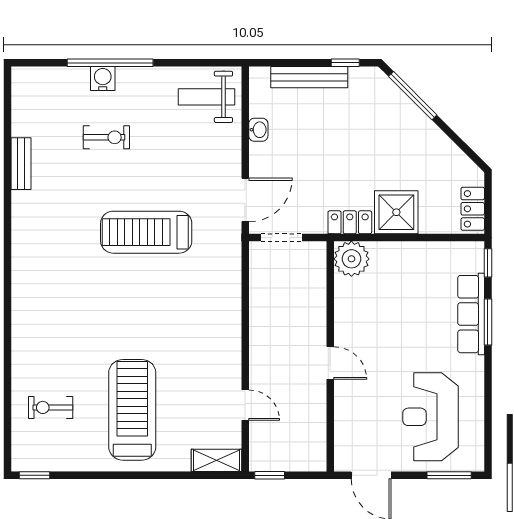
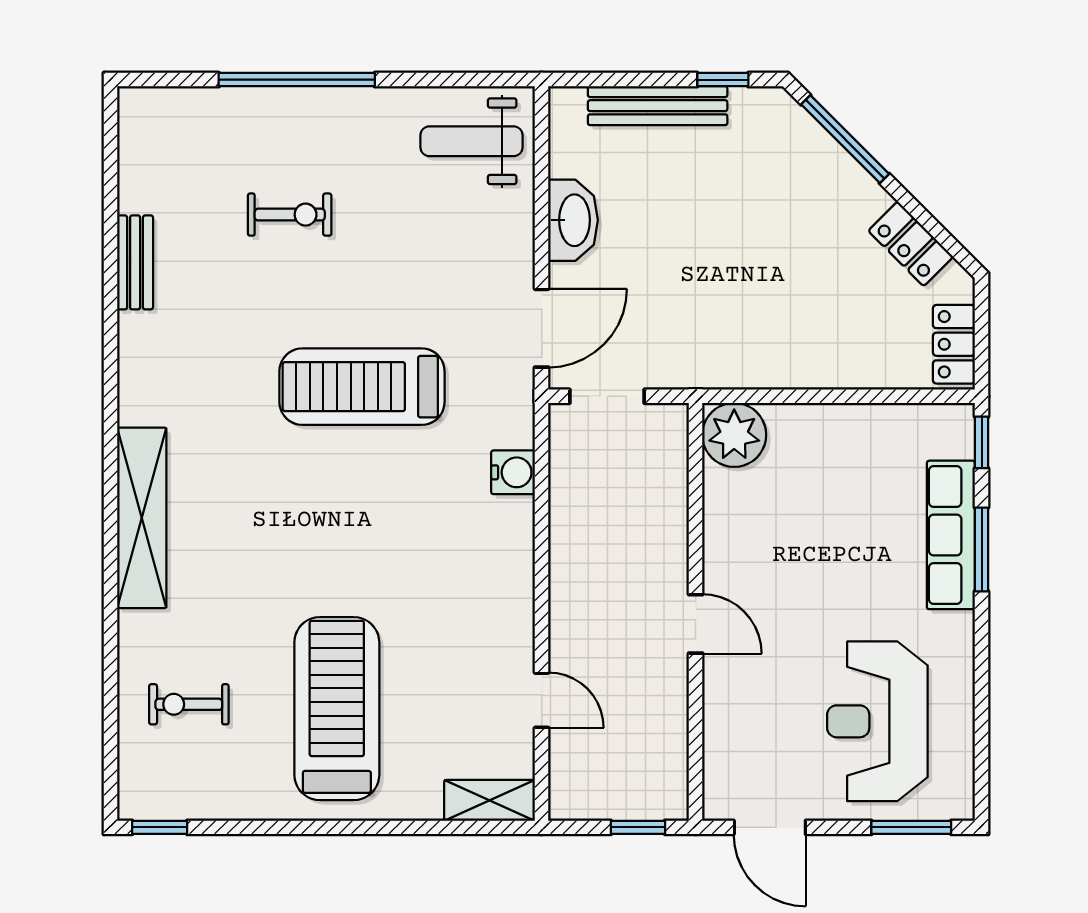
water cooler: (103, 78) -> (513, 472), moved, turned 90
washbasin: (258, 130) -> (573, 220), width x1.91, depth x1.45
shower: (396, 212) -> (815, 350), removed
locker: (350, 222) -> (911, 244), moved, turned -135
shelving: (25, 305) -> (142, 518), added
window: (270, 475) -> (638, 827), moved

